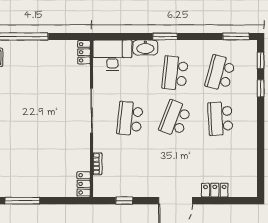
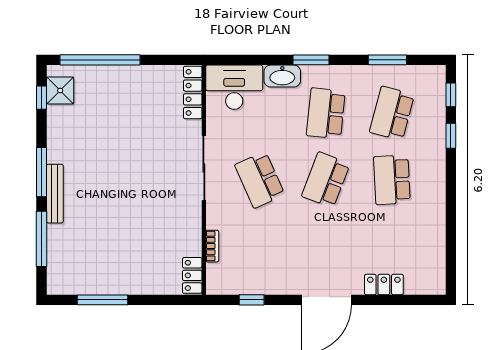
window: (236, 36) -> (387, 60), moved
locker: (84, 52) -> (193, 92), width x1.53
school desk: (130, 119) -> (260, 180), turned -30

